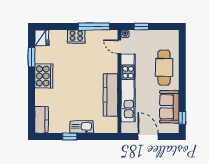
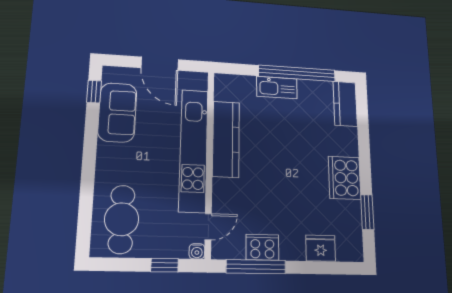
cooker: (76, 37) -> (262, 247), moved
fridge: (42, 38) -> (321, 248), moved, turned 90
door: (119, 47) -> (208, 227), hinge flipped
cafe table: (164, 68) -> (122, 219), moved
window: (70, 136) -> (297, 73), width x3.17

